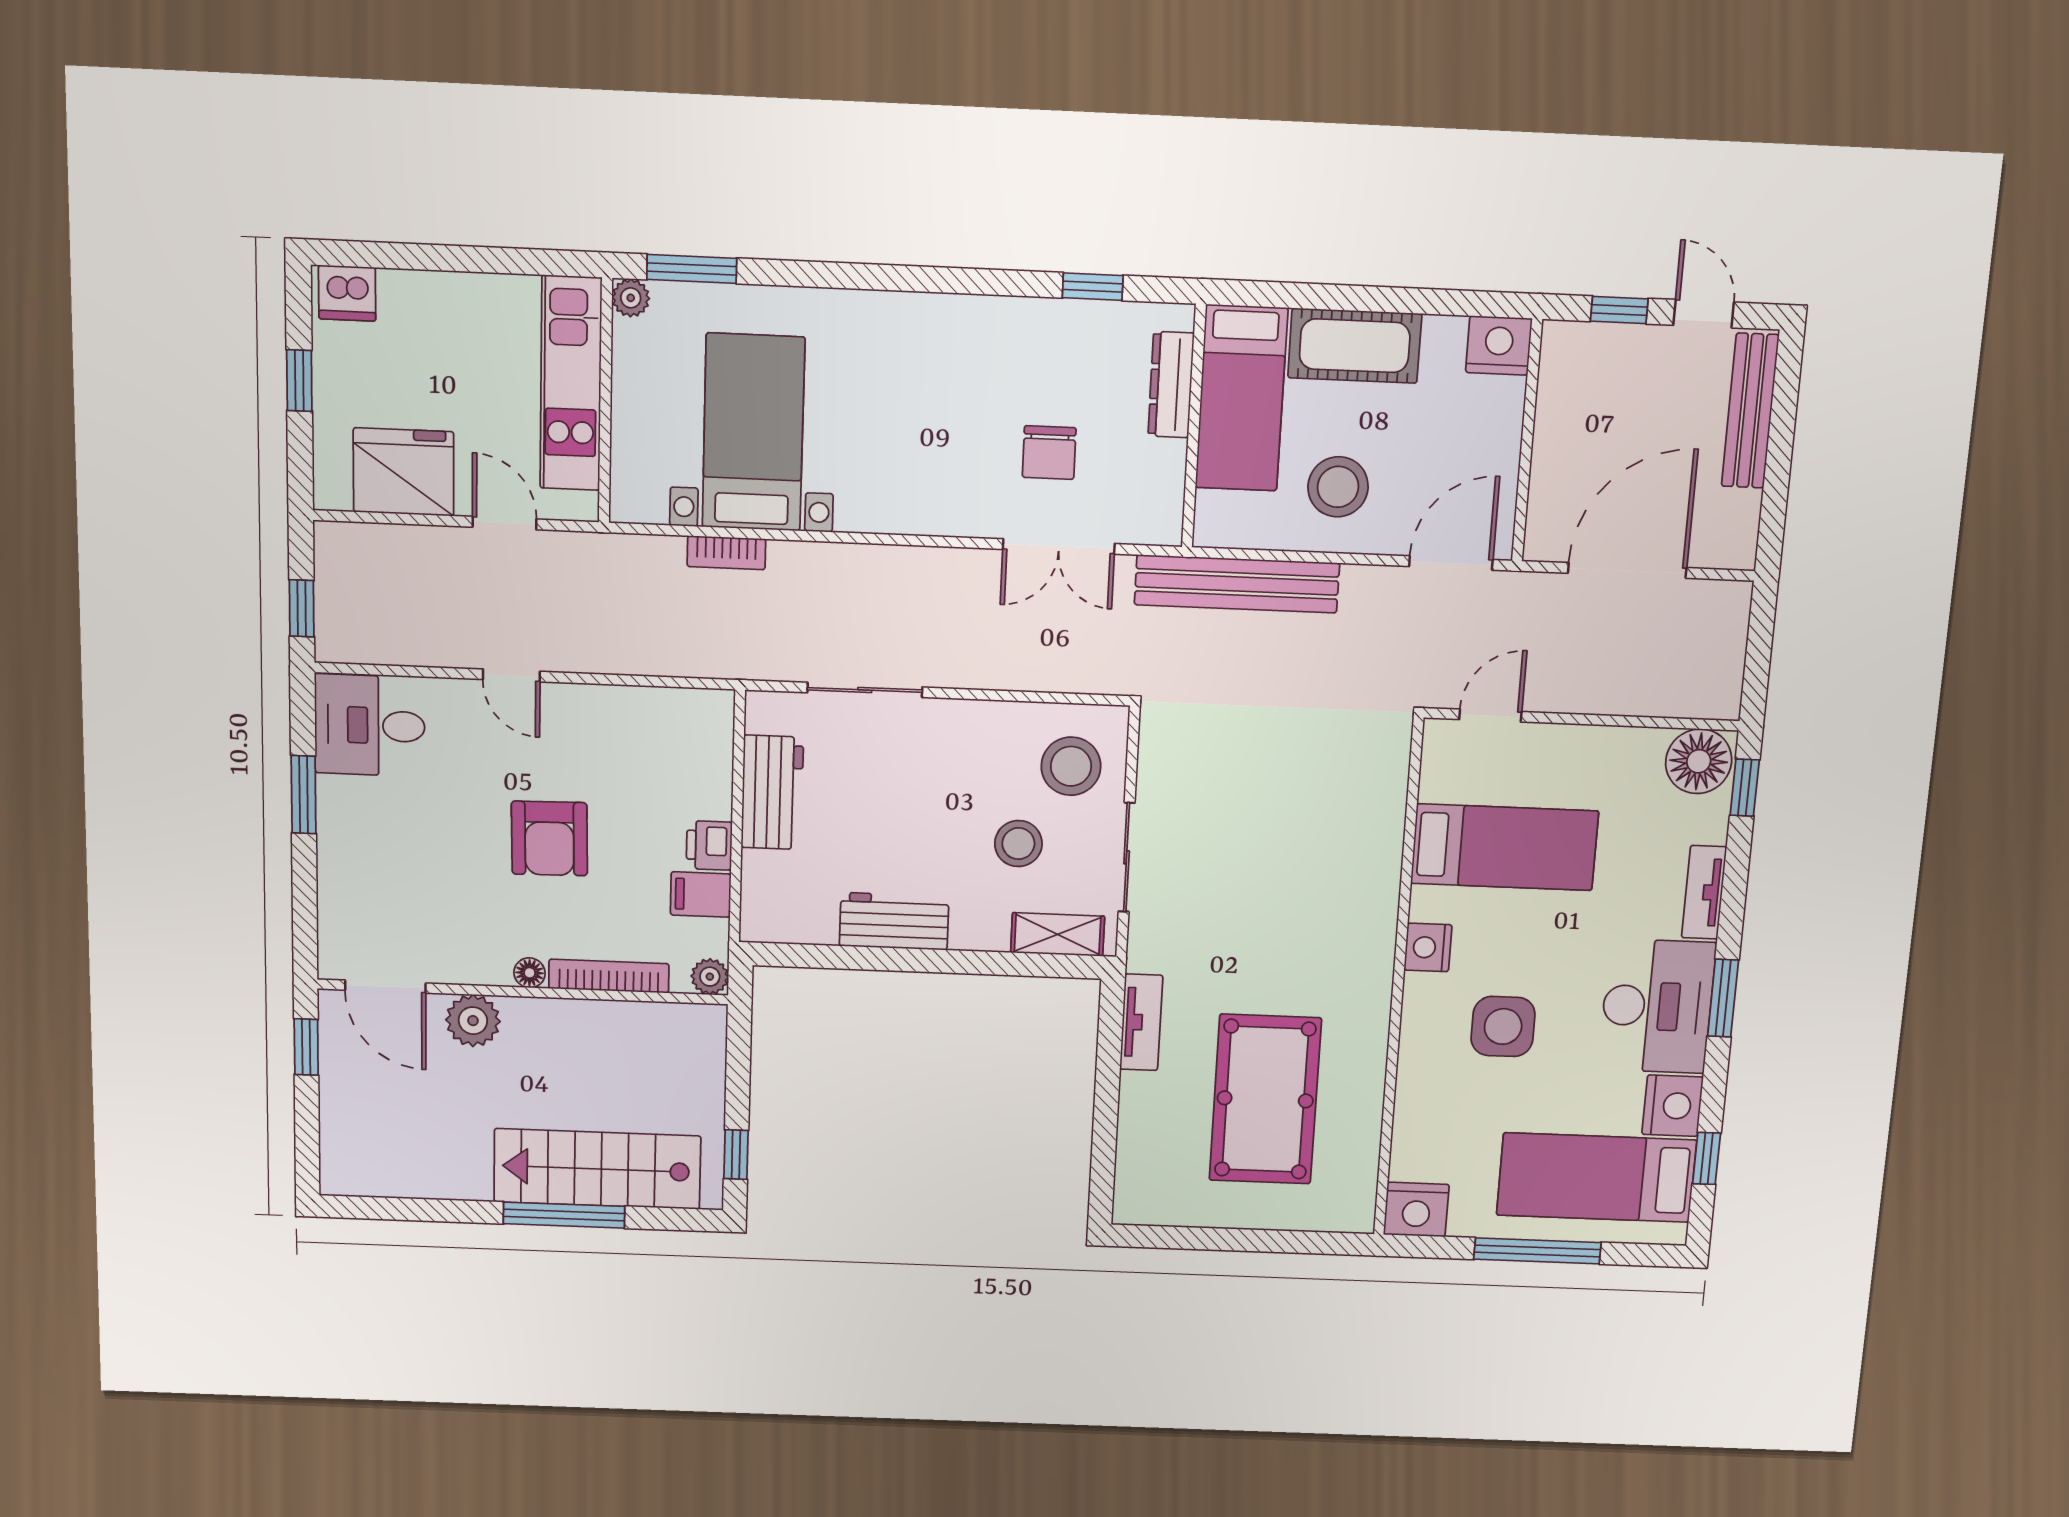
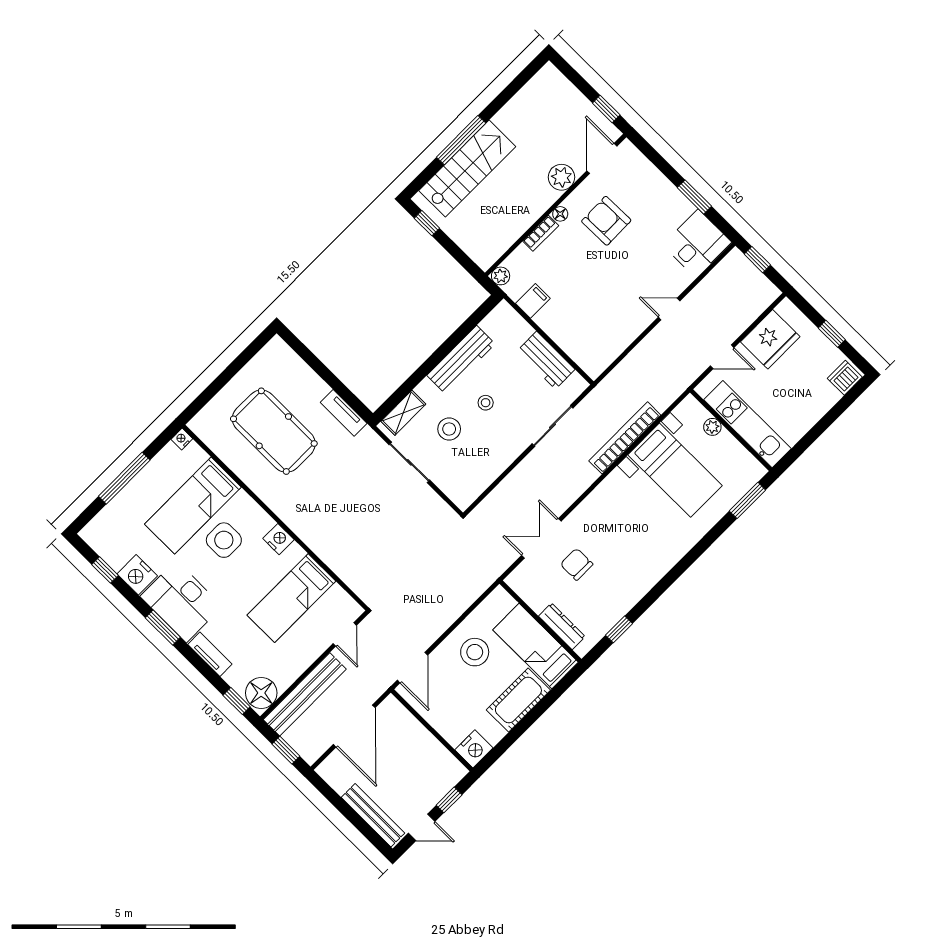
plant: (631, 298) -> (712, 427), moved
bookcase: (726, 553) -> (625, 438), width x2.31, depth x1.31
bench: (1237, 584) -> (305, 694), moved
window: (1760, 643) -> (286, 750), added
stool: (1071, 766) -> (486, 403), moved, width x0.53, depth x0.53
armchair: (549, 838) -> (606, 221), moved
printer: (709, 845) -> (548, 320), removed
workbench: (894, 921) -> (461, 360), width x1.38
bookcase: (609, 976) -> (541, 233), width x0.64
door: (385, 987) -> (602, 158), hinge flipped
bed: (1596, 1178) -> (193, 506), moved, turned 180
nightstand: (1416, 1210) -> (182, 439), width x0.53, depth x0.56

